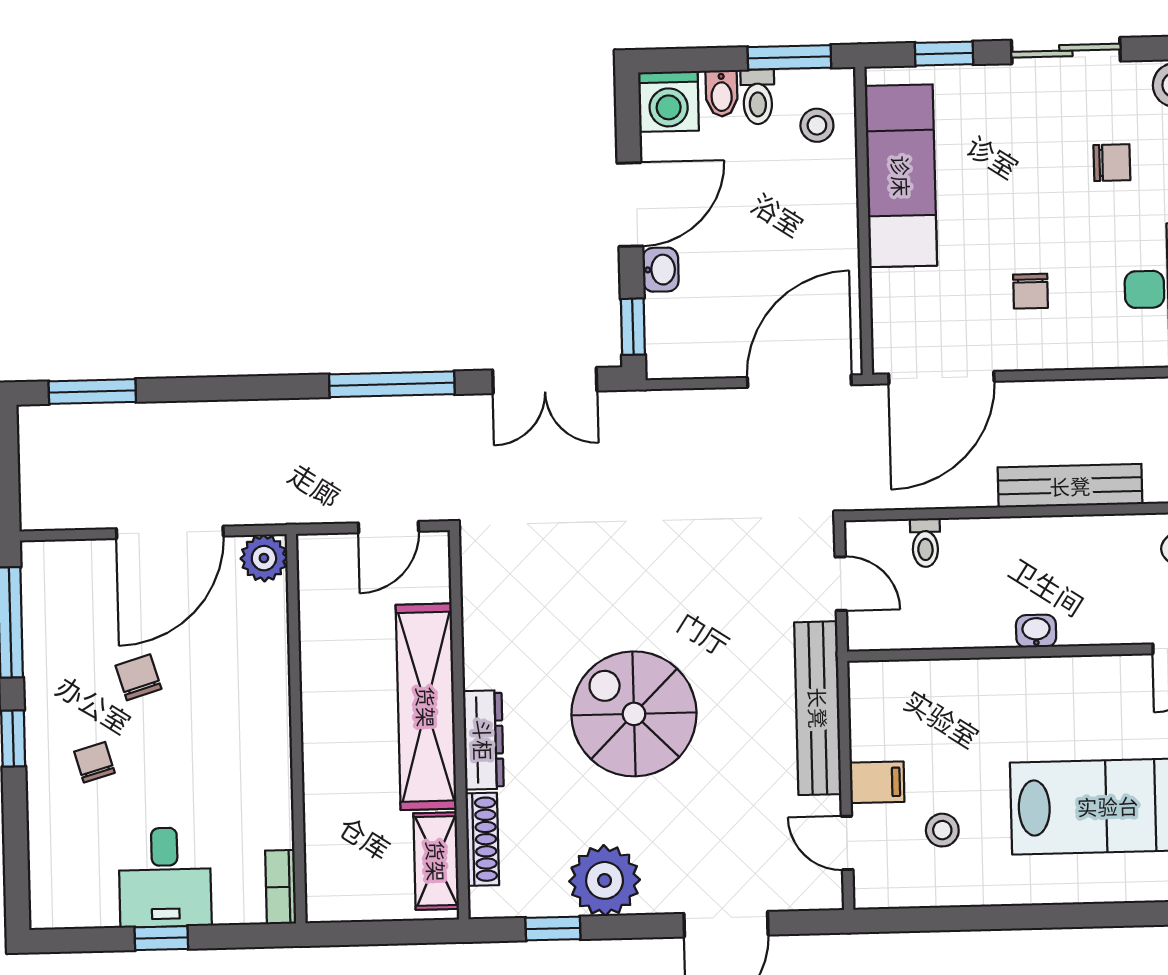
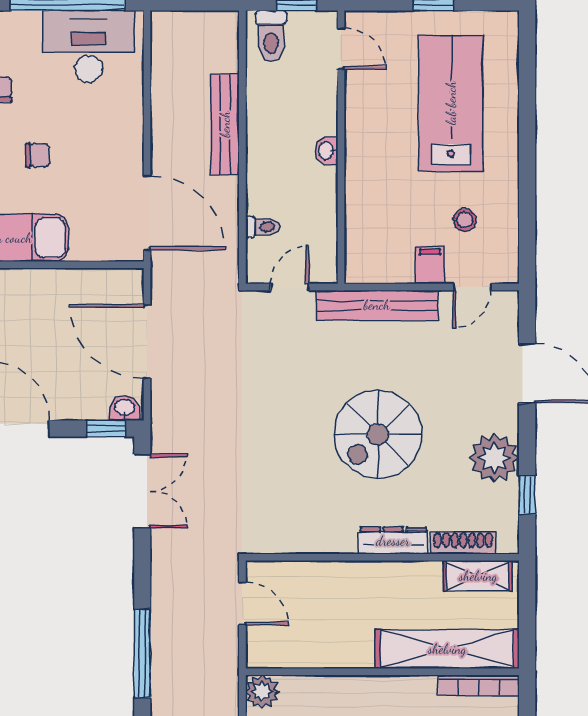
washbasin: (661, 270) -> (125, 408), moved
chair: (1031, 291) -> (37, 155), moved
door: (799, 381) -> (147, 342), moved
window: (392, 384) -> (142, 654), moved
shelving: (426, 707) -> (447, 649), moved
bookcase: (281, 887) -> (479, 685), width x1.56

